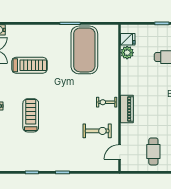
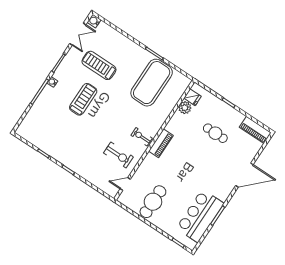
treadmill: (29, 65) -> (99, 65), turned 180
piano: (127, 109) -> (161, 143), moved
treadmill: (31, 115) -> (83, 99), moved
cafe table: (153, 151) -> (153, 202), width x1.37, depth x1.35

